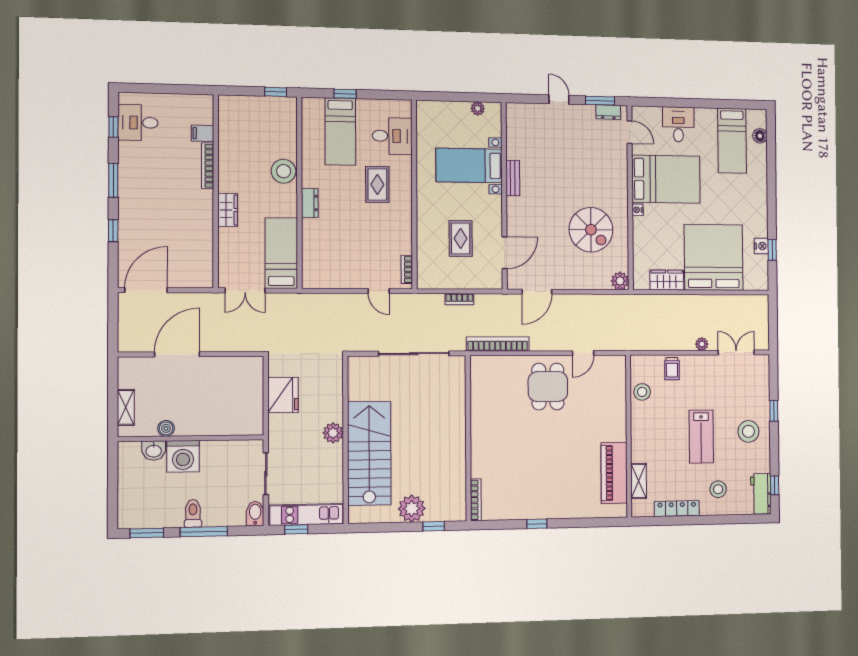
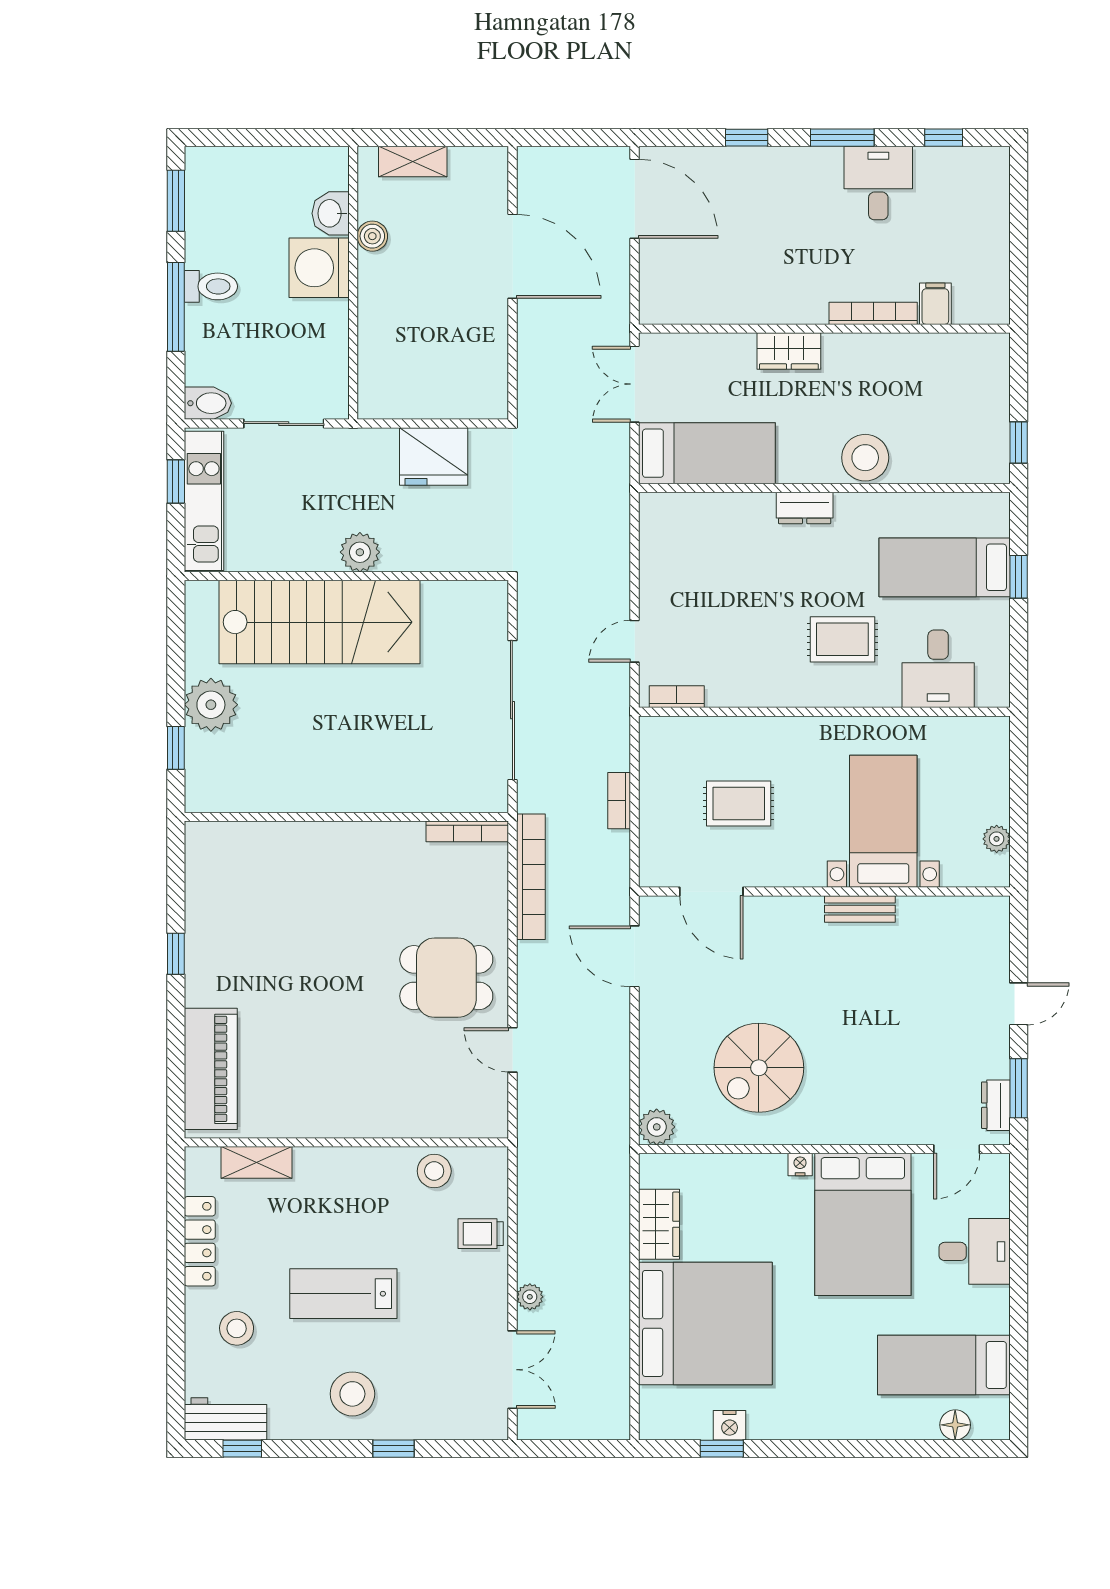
desk: (138, 123) -> (878, 183), moved
piano: (614, 473) -> (211, 1069), moved, turned 90
bookcase: (476, 500) -> (467, 831), moved

